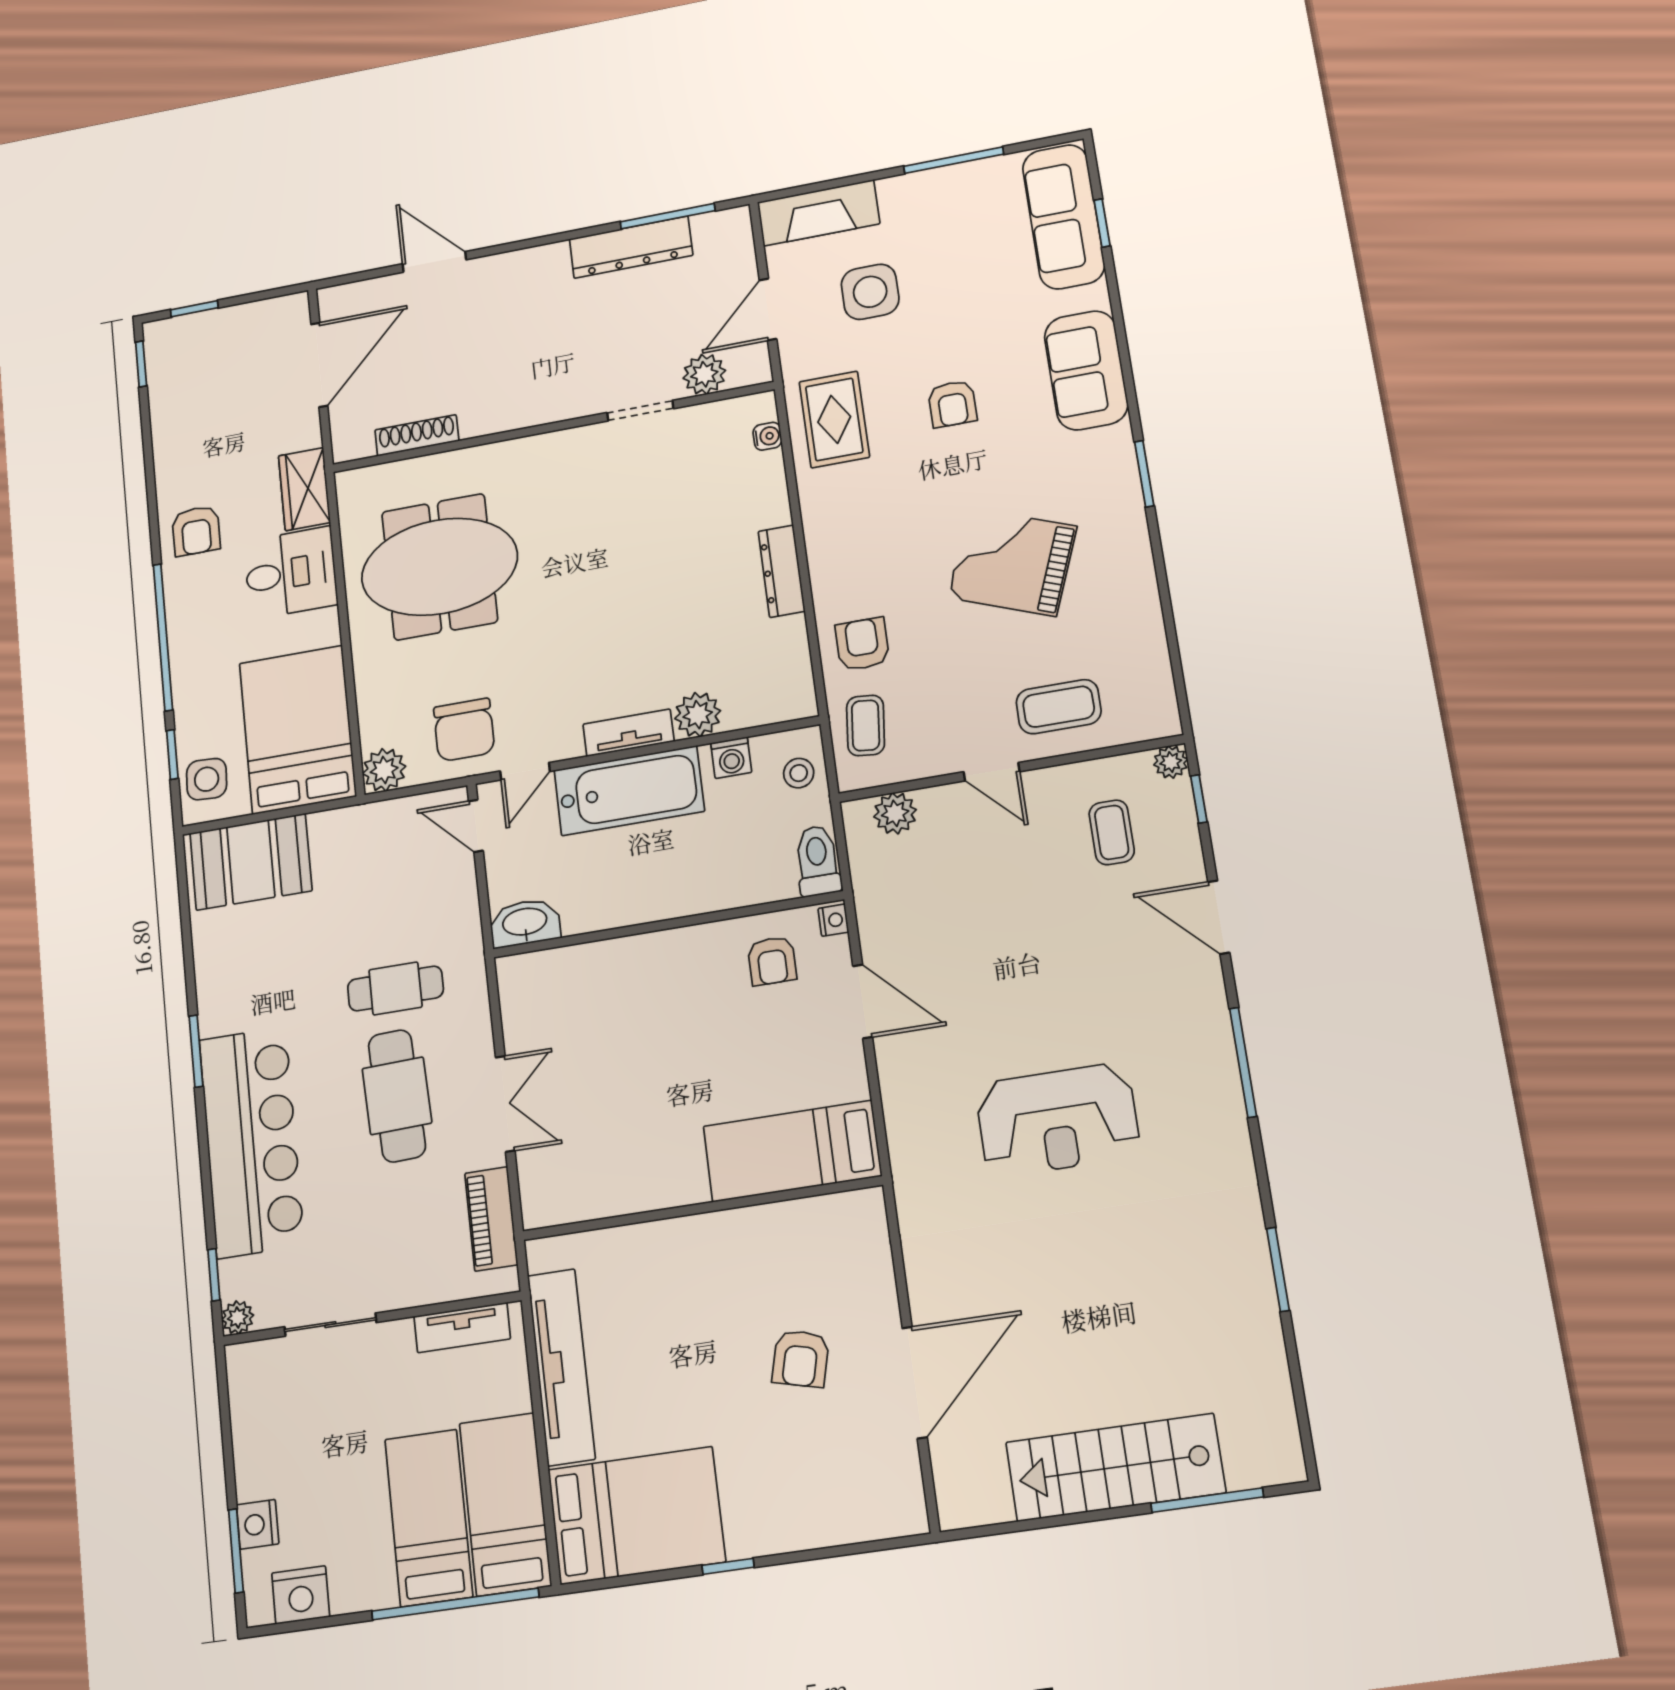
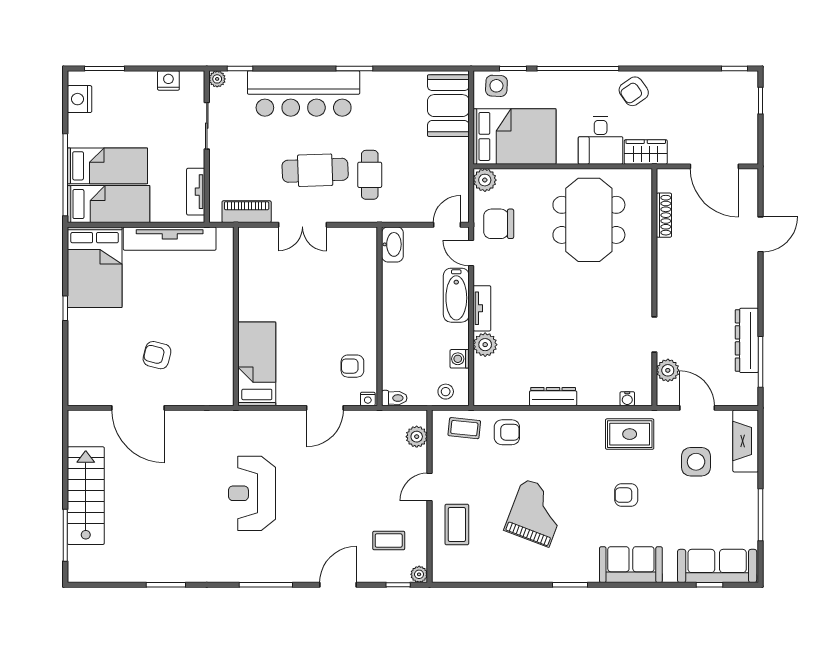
armchair: (196, 531) -> (634, 91), turned -35
bathtub: (629, 791) -> (456, 295), width x0.73, depth x0.73
toilet: (818, 861) -> (394, 398), width x0.73, depth x0.72
nightstand: (258, 1524) -> (168, 81), moved

